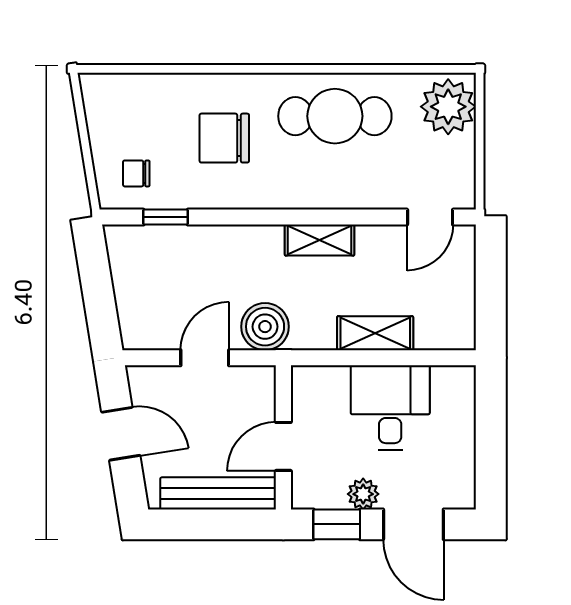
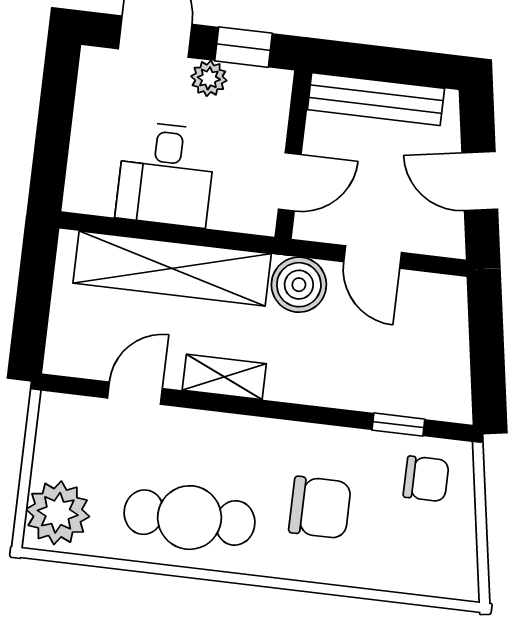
chair: (136, 173) -> (426, 479), width x1.37, depth x1.37
door: (430, 217) -> (135, 393), moved
shelving: (375, 333) -> (172, 268), width x2.20, depth x1.33
door: (205, 358) -> (373, 257), hinge flipped
door: (283, 446) -> (290, 182), moved

